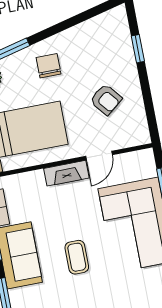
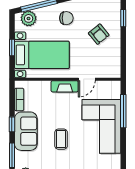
chair: (49, 66) -> (66, 18), turned 90
armchair: (106, 100) -> (99, 34), moved

